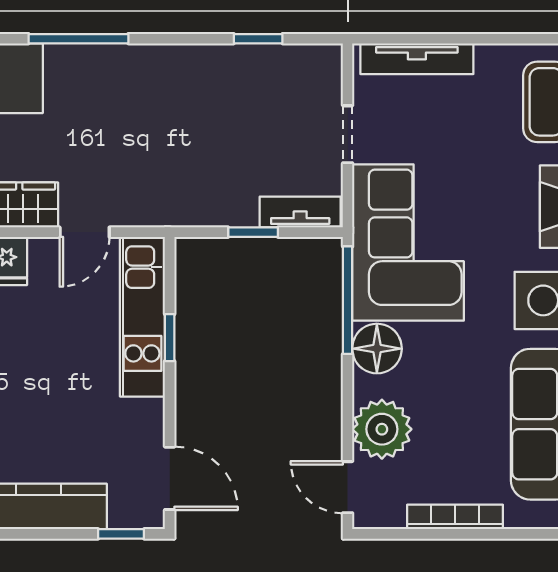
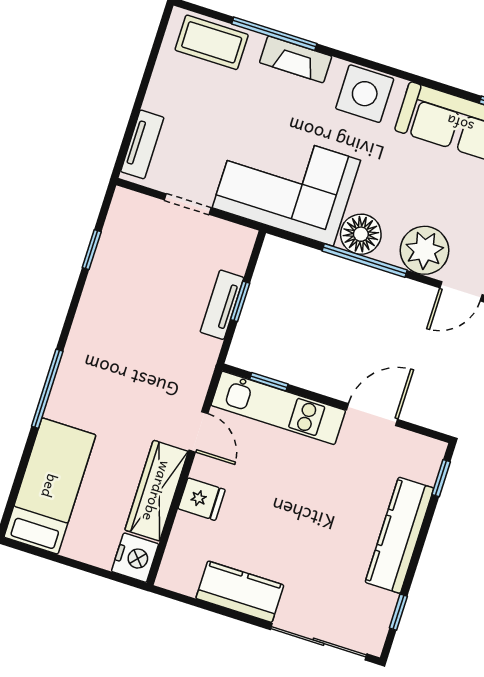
tv unit: (417, 59) -> (142, 144), width x0.71
tv unit: (300, 212) -> (222, 305), moved
window: (348, 300) -> (365, 260), moved
window: (170, 338) -> (269, 382), moved
door: (170, 478) -> (372, 415), moved

